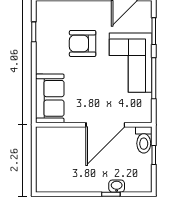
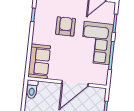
armchair: (83, 43) -> (66, 26), turned 90
toilet: (144, 140) -> (32, 89), moved

